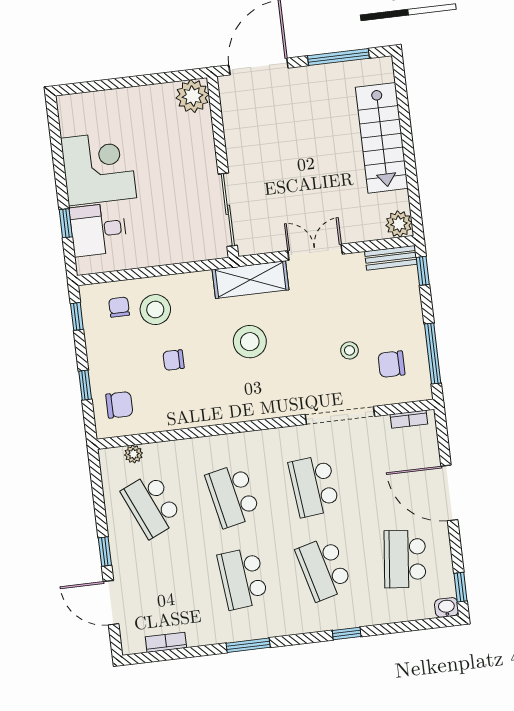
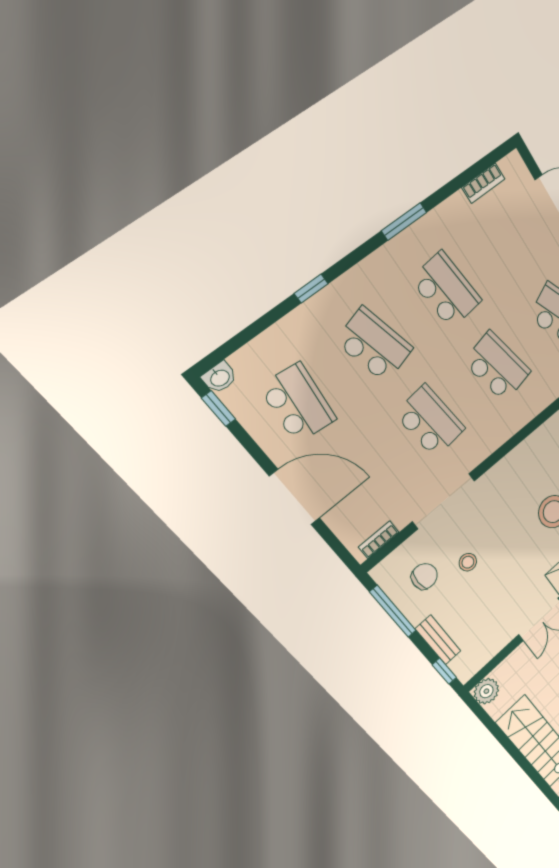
bench: (391, 258) -> (438, 640), moved, turned 90

